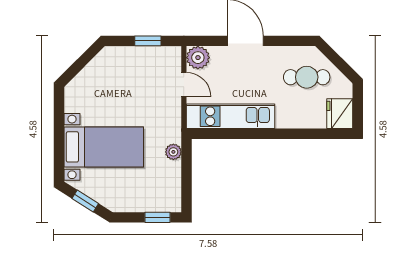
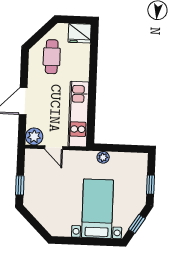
window: (148, 41) -> (20, 185), moved
door: (184, 85) -> (54, 148), swing flipped
window: (157, 217) -> (151, 185), moved

